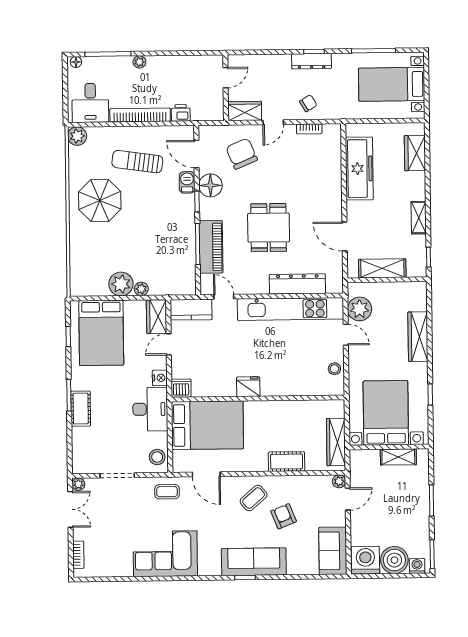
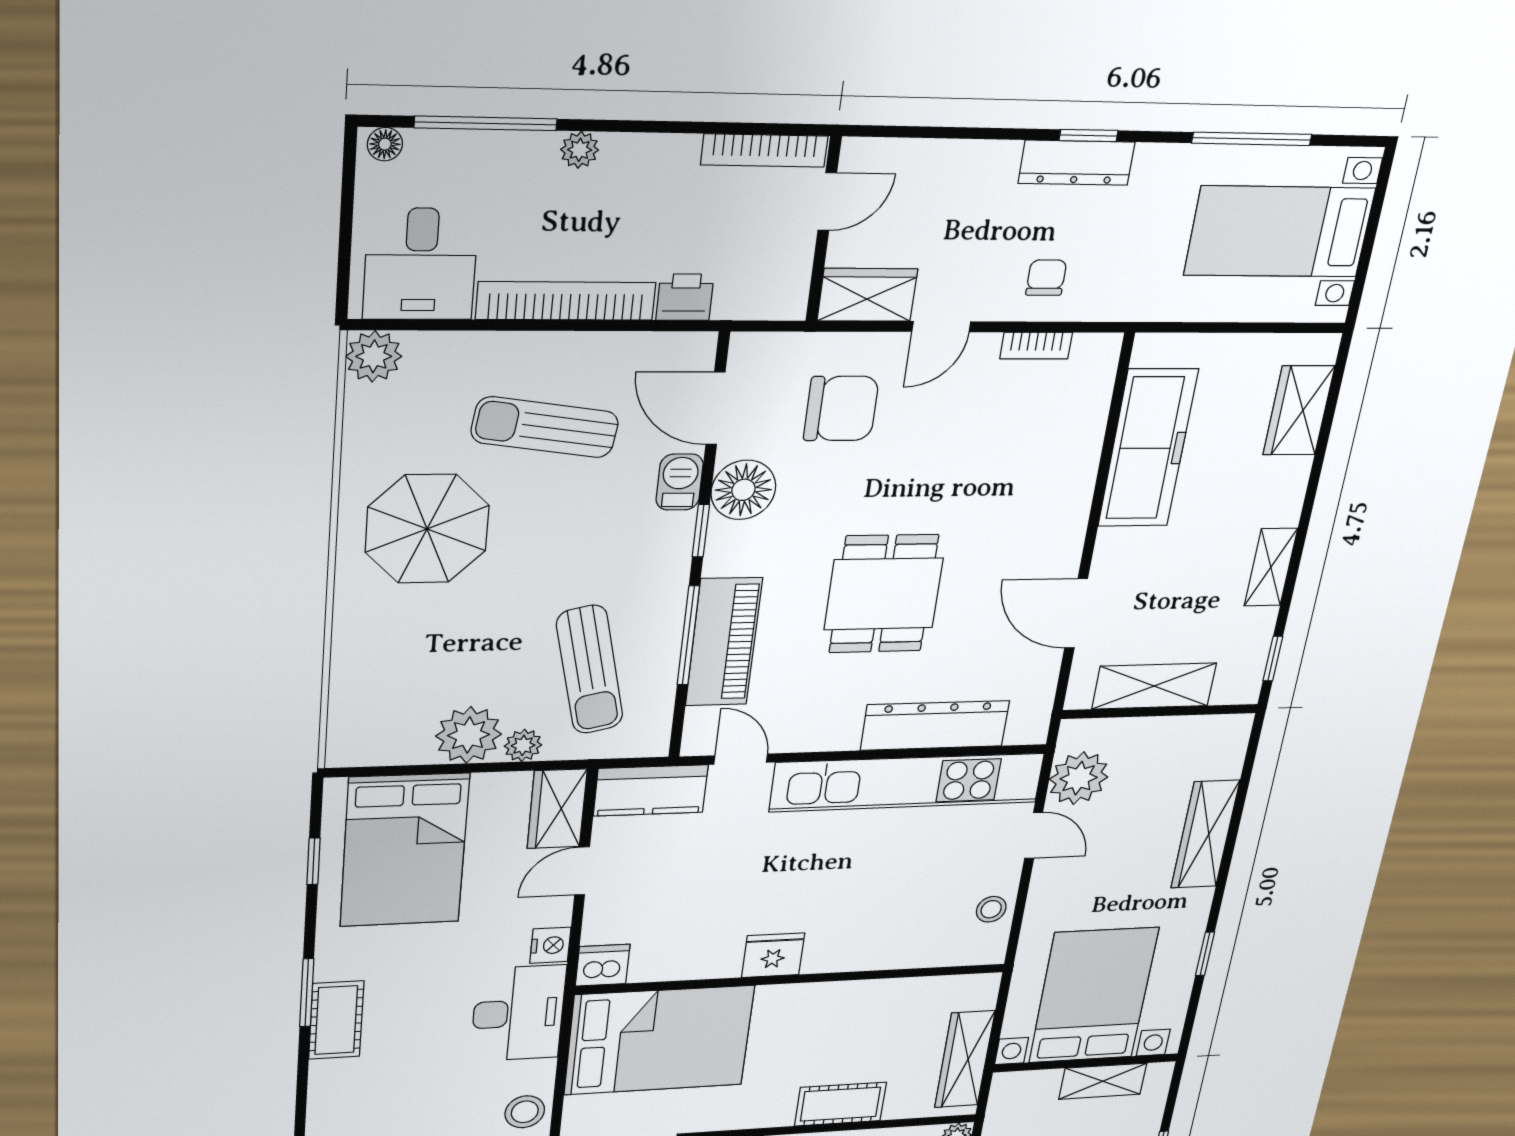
bookcase: (201, 60) -> (764, 150), added
chair: (308, 103) -> (1046, 278), turned -59
chair: (242, 154) -> (841, 409), turned 113
sun lounger: (163, 258) -> (590, 670), added

